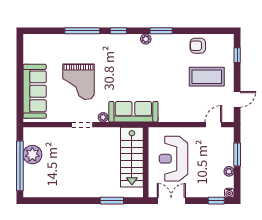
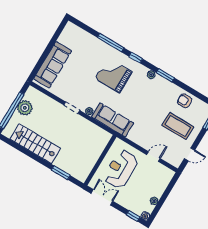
grand piano: (79, 82) -> (113, 75), moved, turned 90
door: (213, 125) -> (153, 156), moved
window: (237, 154) -> (167, 193), removed
stairs: (132, 157) -> (35, 144), moved, turned 90

